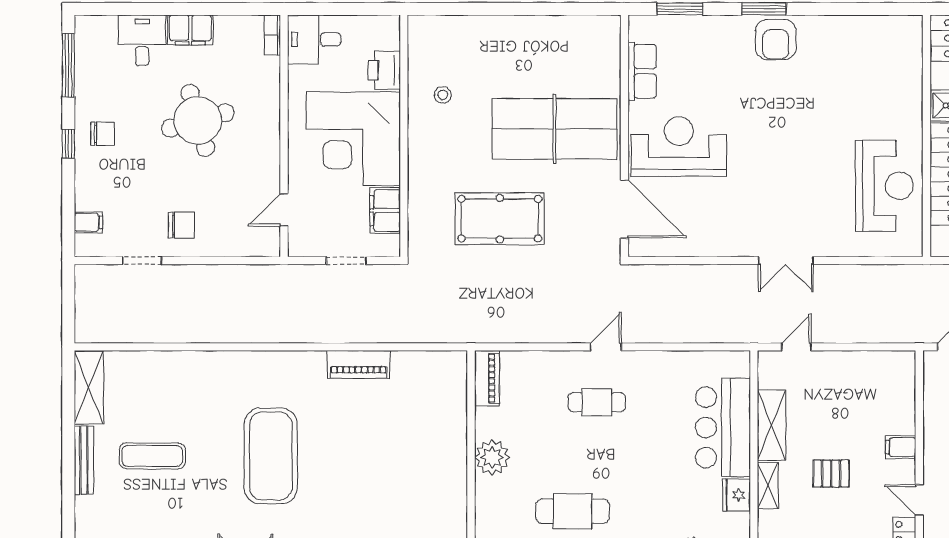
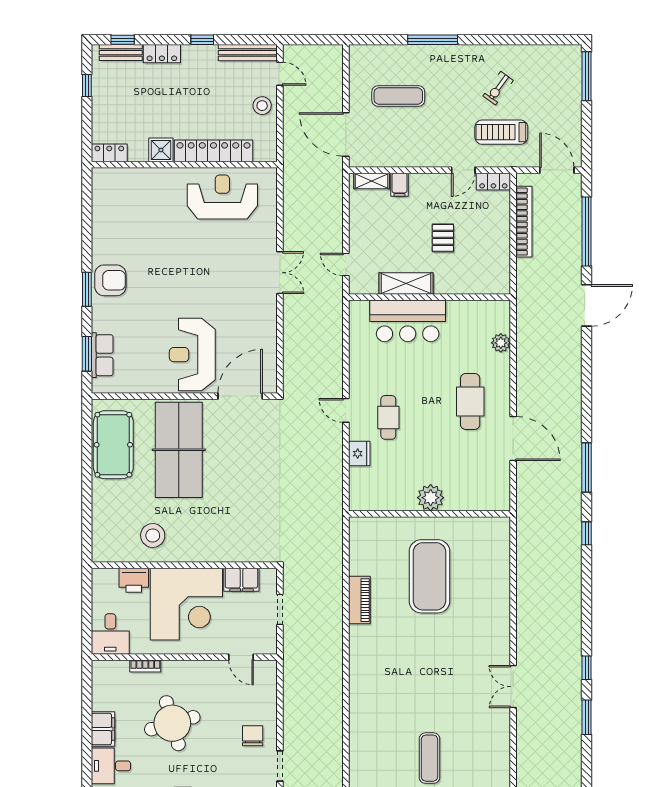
bookcase: (272, 35) -> (145, 666), moved
row of seats: (642, 71) -> (102, 355), moved, turned 90
stool: (443, 95) -> (153, 535), width x1.89, depth x1.89
pool table: (500, 219) -> (113, 445), moved
piano: (487, 378) -> (370, 502), removed
filing cabinet: (901, 447) -> (399, 185), moved
exercise mat: (271, 456) -> (429, 576), moved, turned 90
shelving: (768, 486) -> (372, 181), moved
fridge: (736, 495) -> (359, 454), moved, turned -90
cafe table: (573, 511) -> (470, 401), moved

